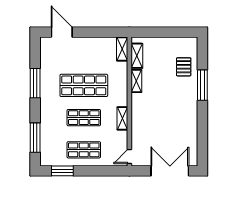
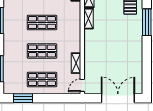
shop shelf: (84, 85) -> (42, 23), width x0.70, depth x0.74
shelving: (122, 118) -> (76, 63), moved

